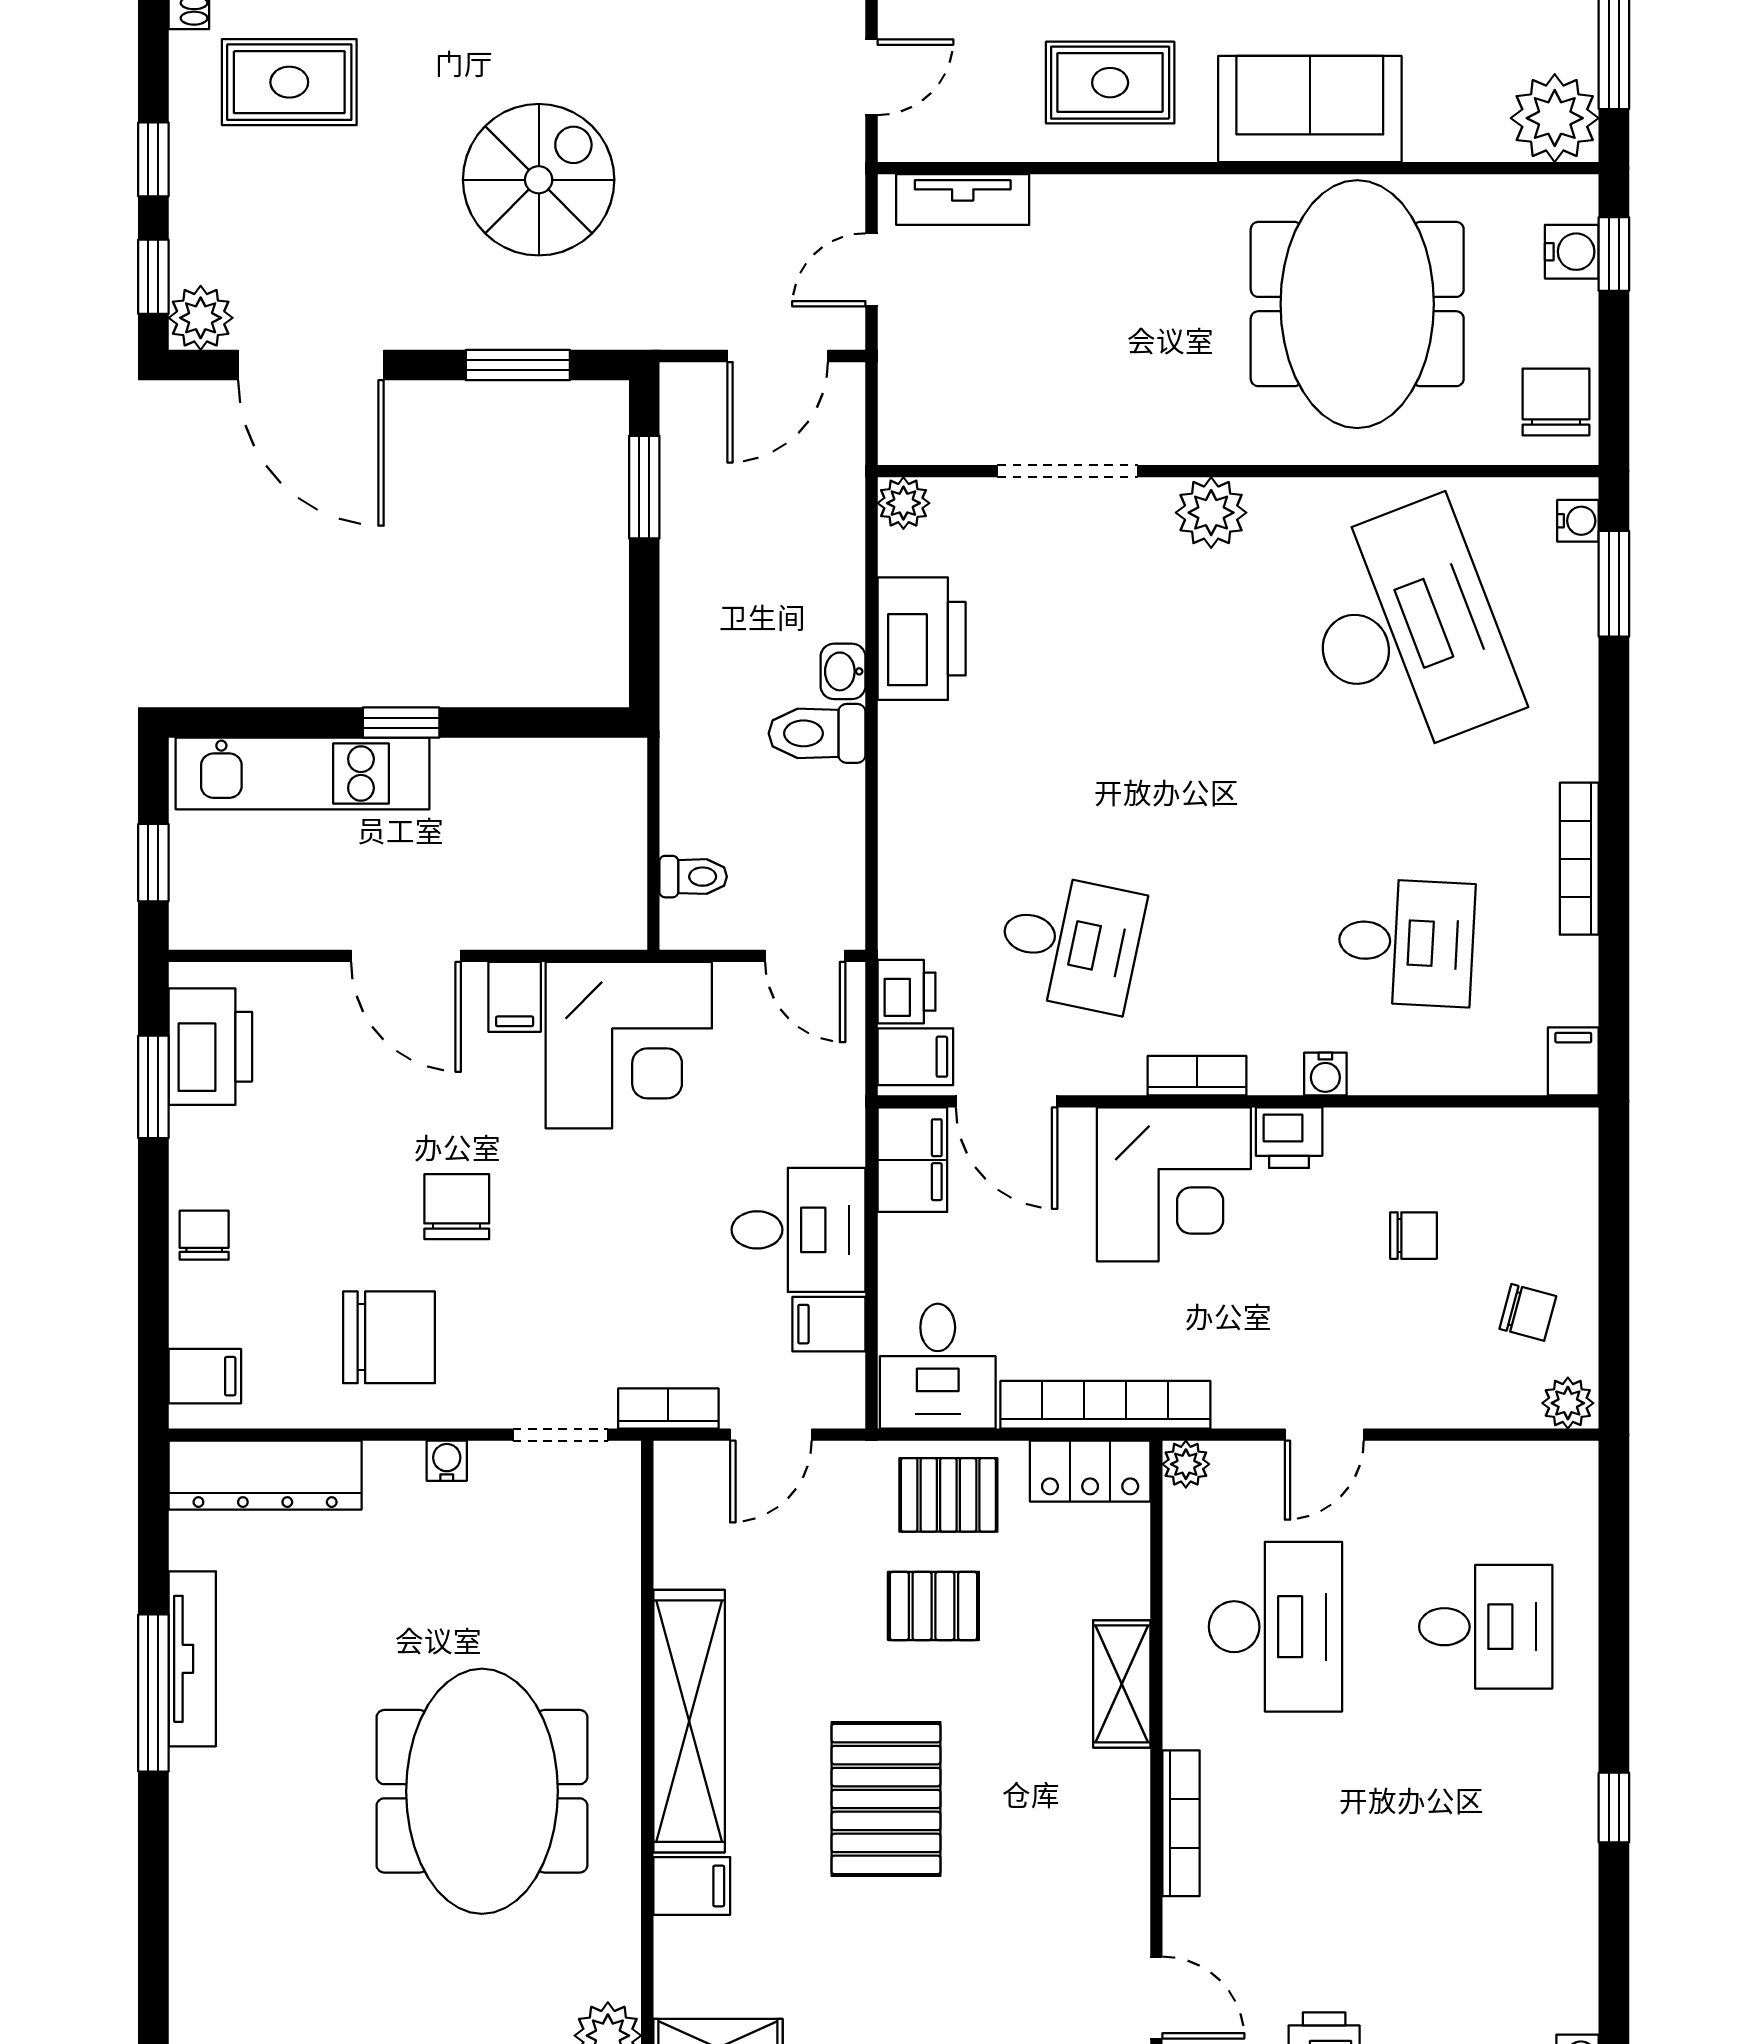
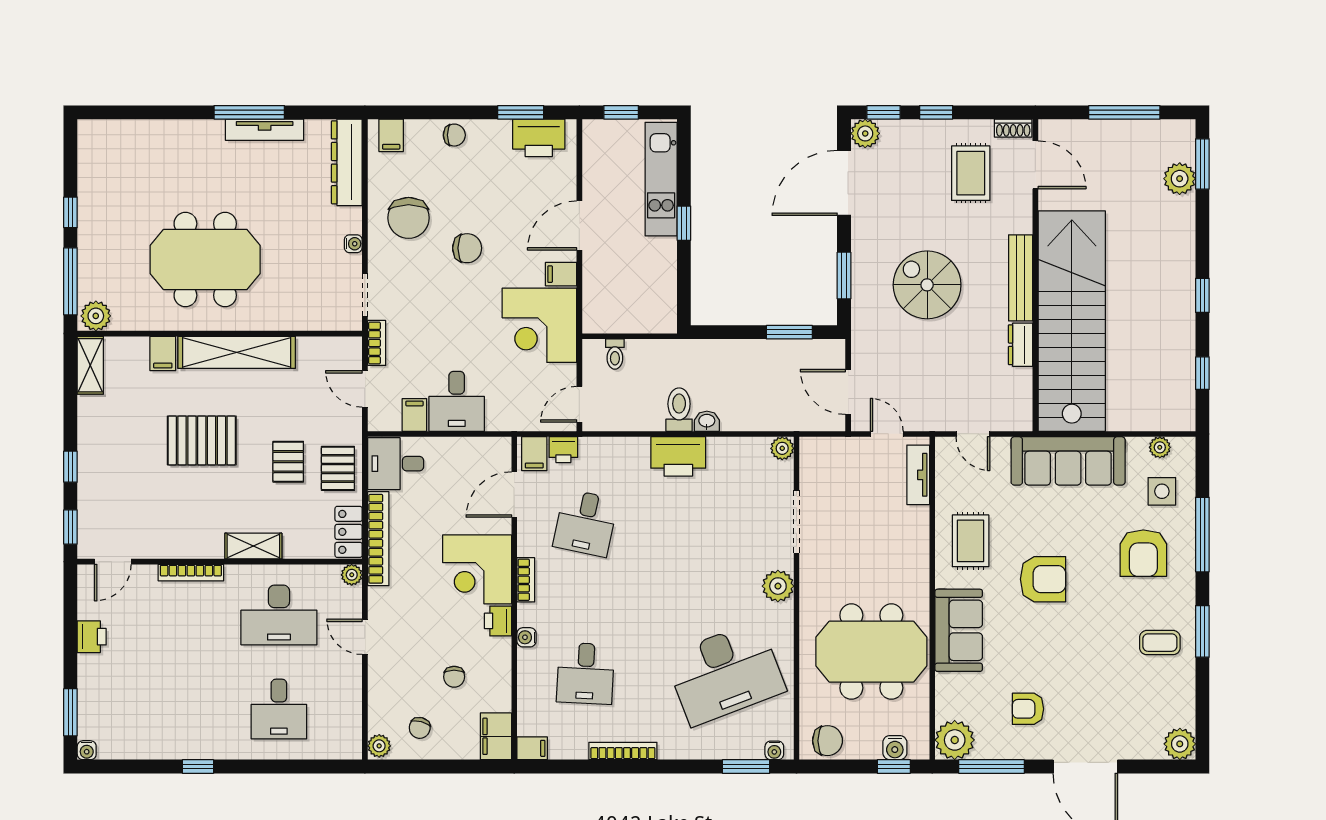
spiral stairs: (539, 180) -> (927, 285), turned 180
printer: (922, 639) -> (678, 456), moved
filing cabinet: (912, 1160) -> (496, 736), moved, turned 90

